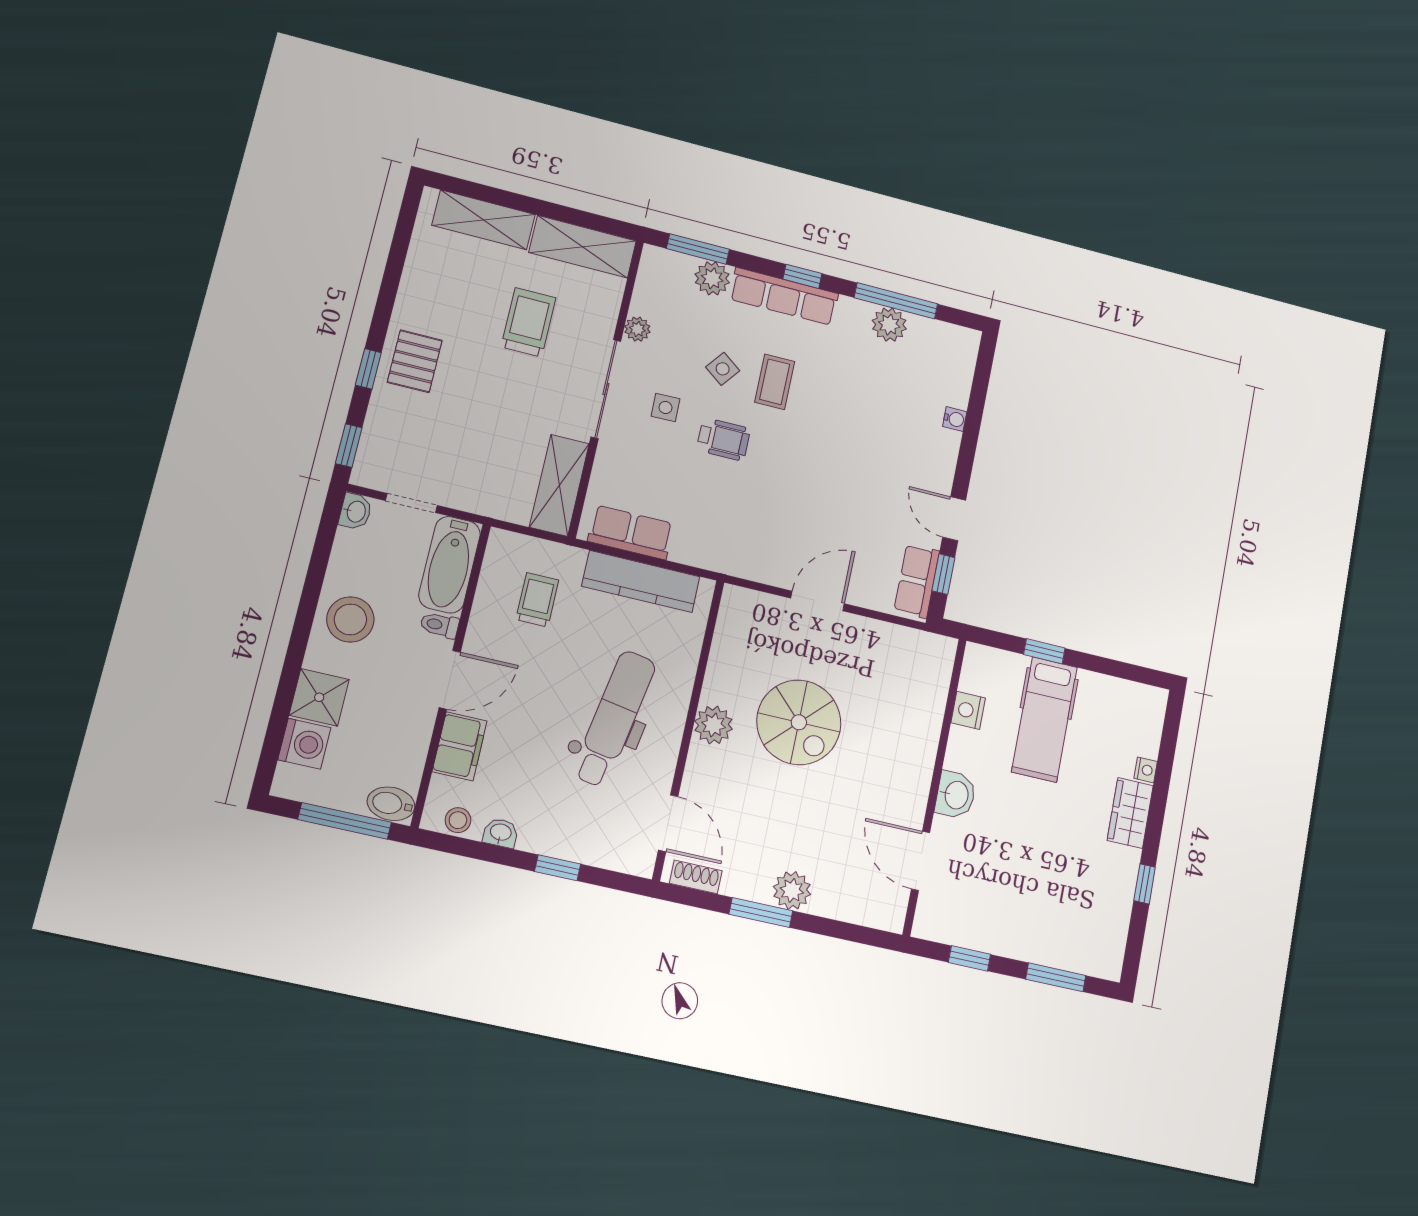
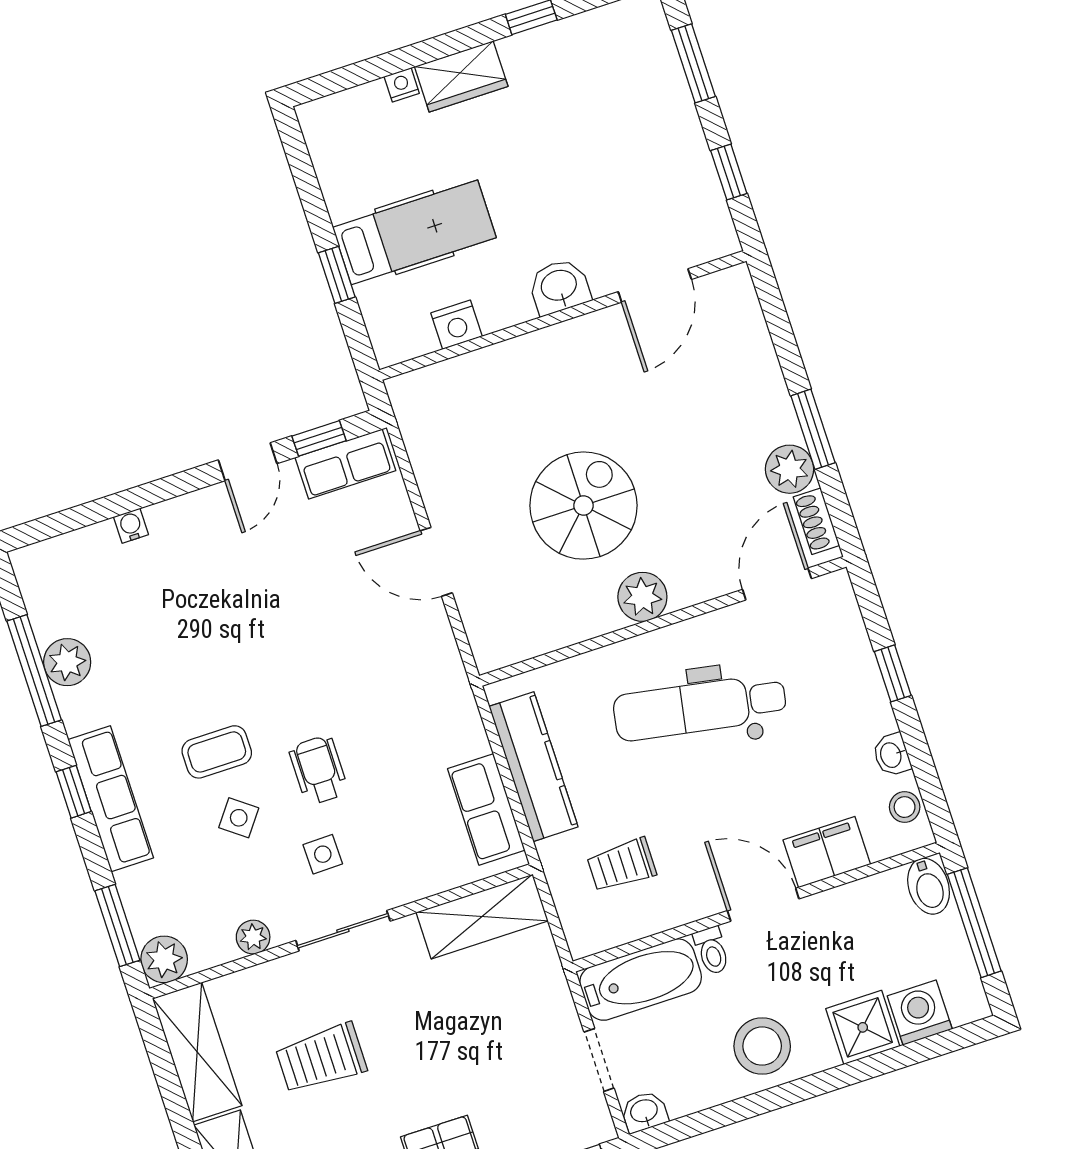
plant: (712, 278) -> (164, 959), moved
sliding door: (606, 389) -> (343, 931), width x0.73
plant: (792, 890) -> (790, 469), moved

